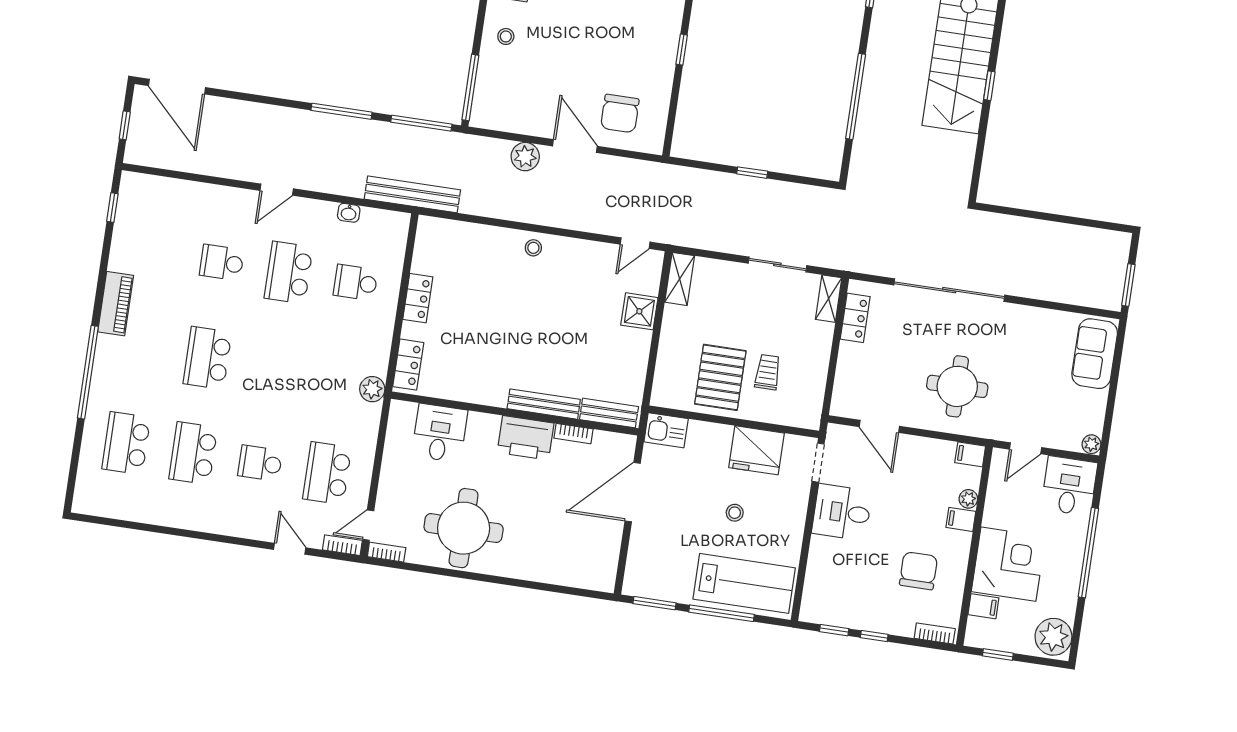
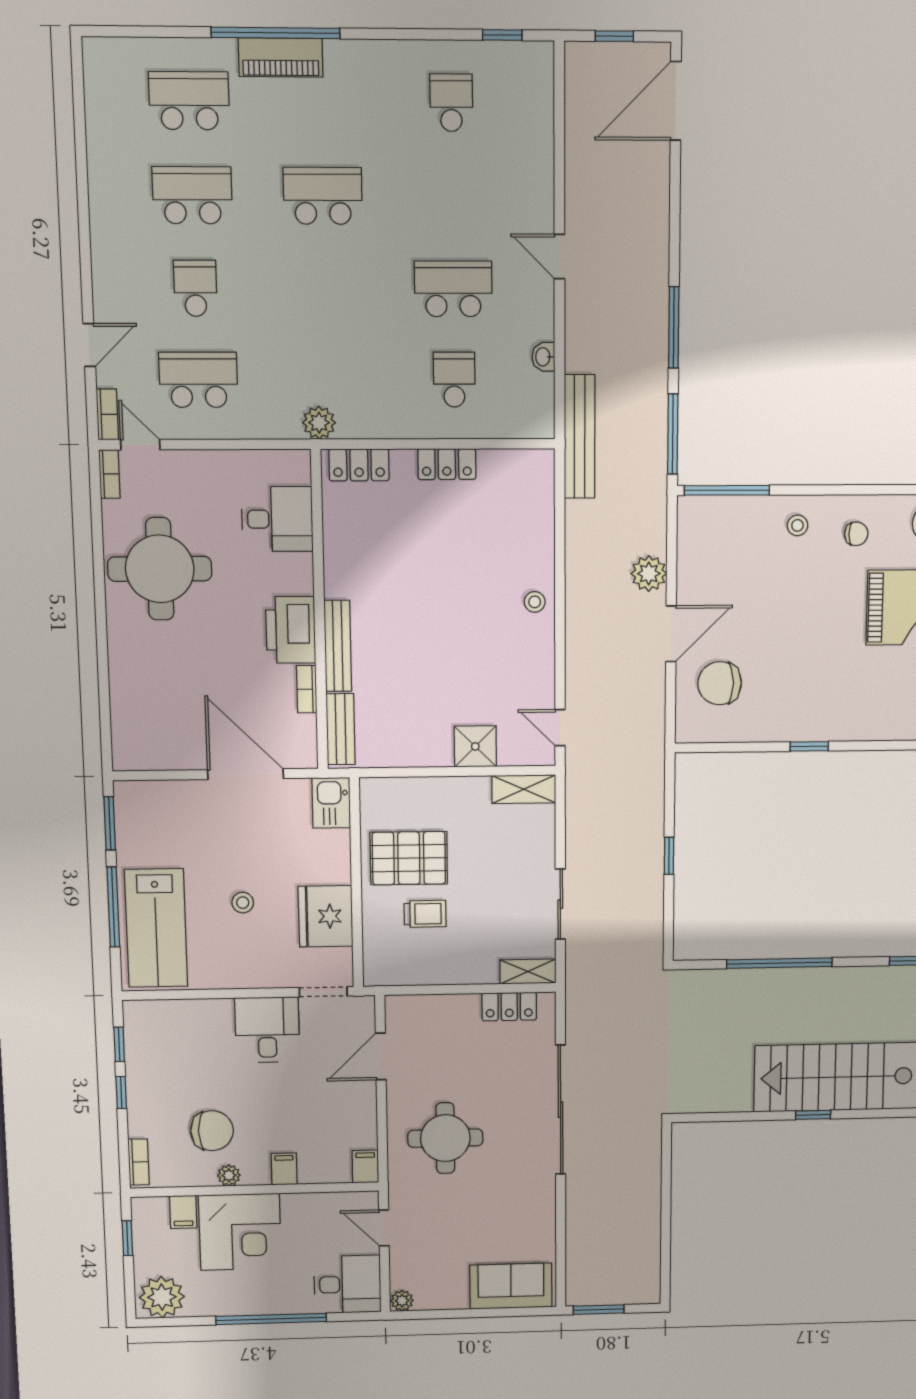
school desk: (222, 263) -> (451, 103), moved
piano: (116, 304) -> (281, 57), moved
plant: (968, 499) -> (229, 1175), moved

